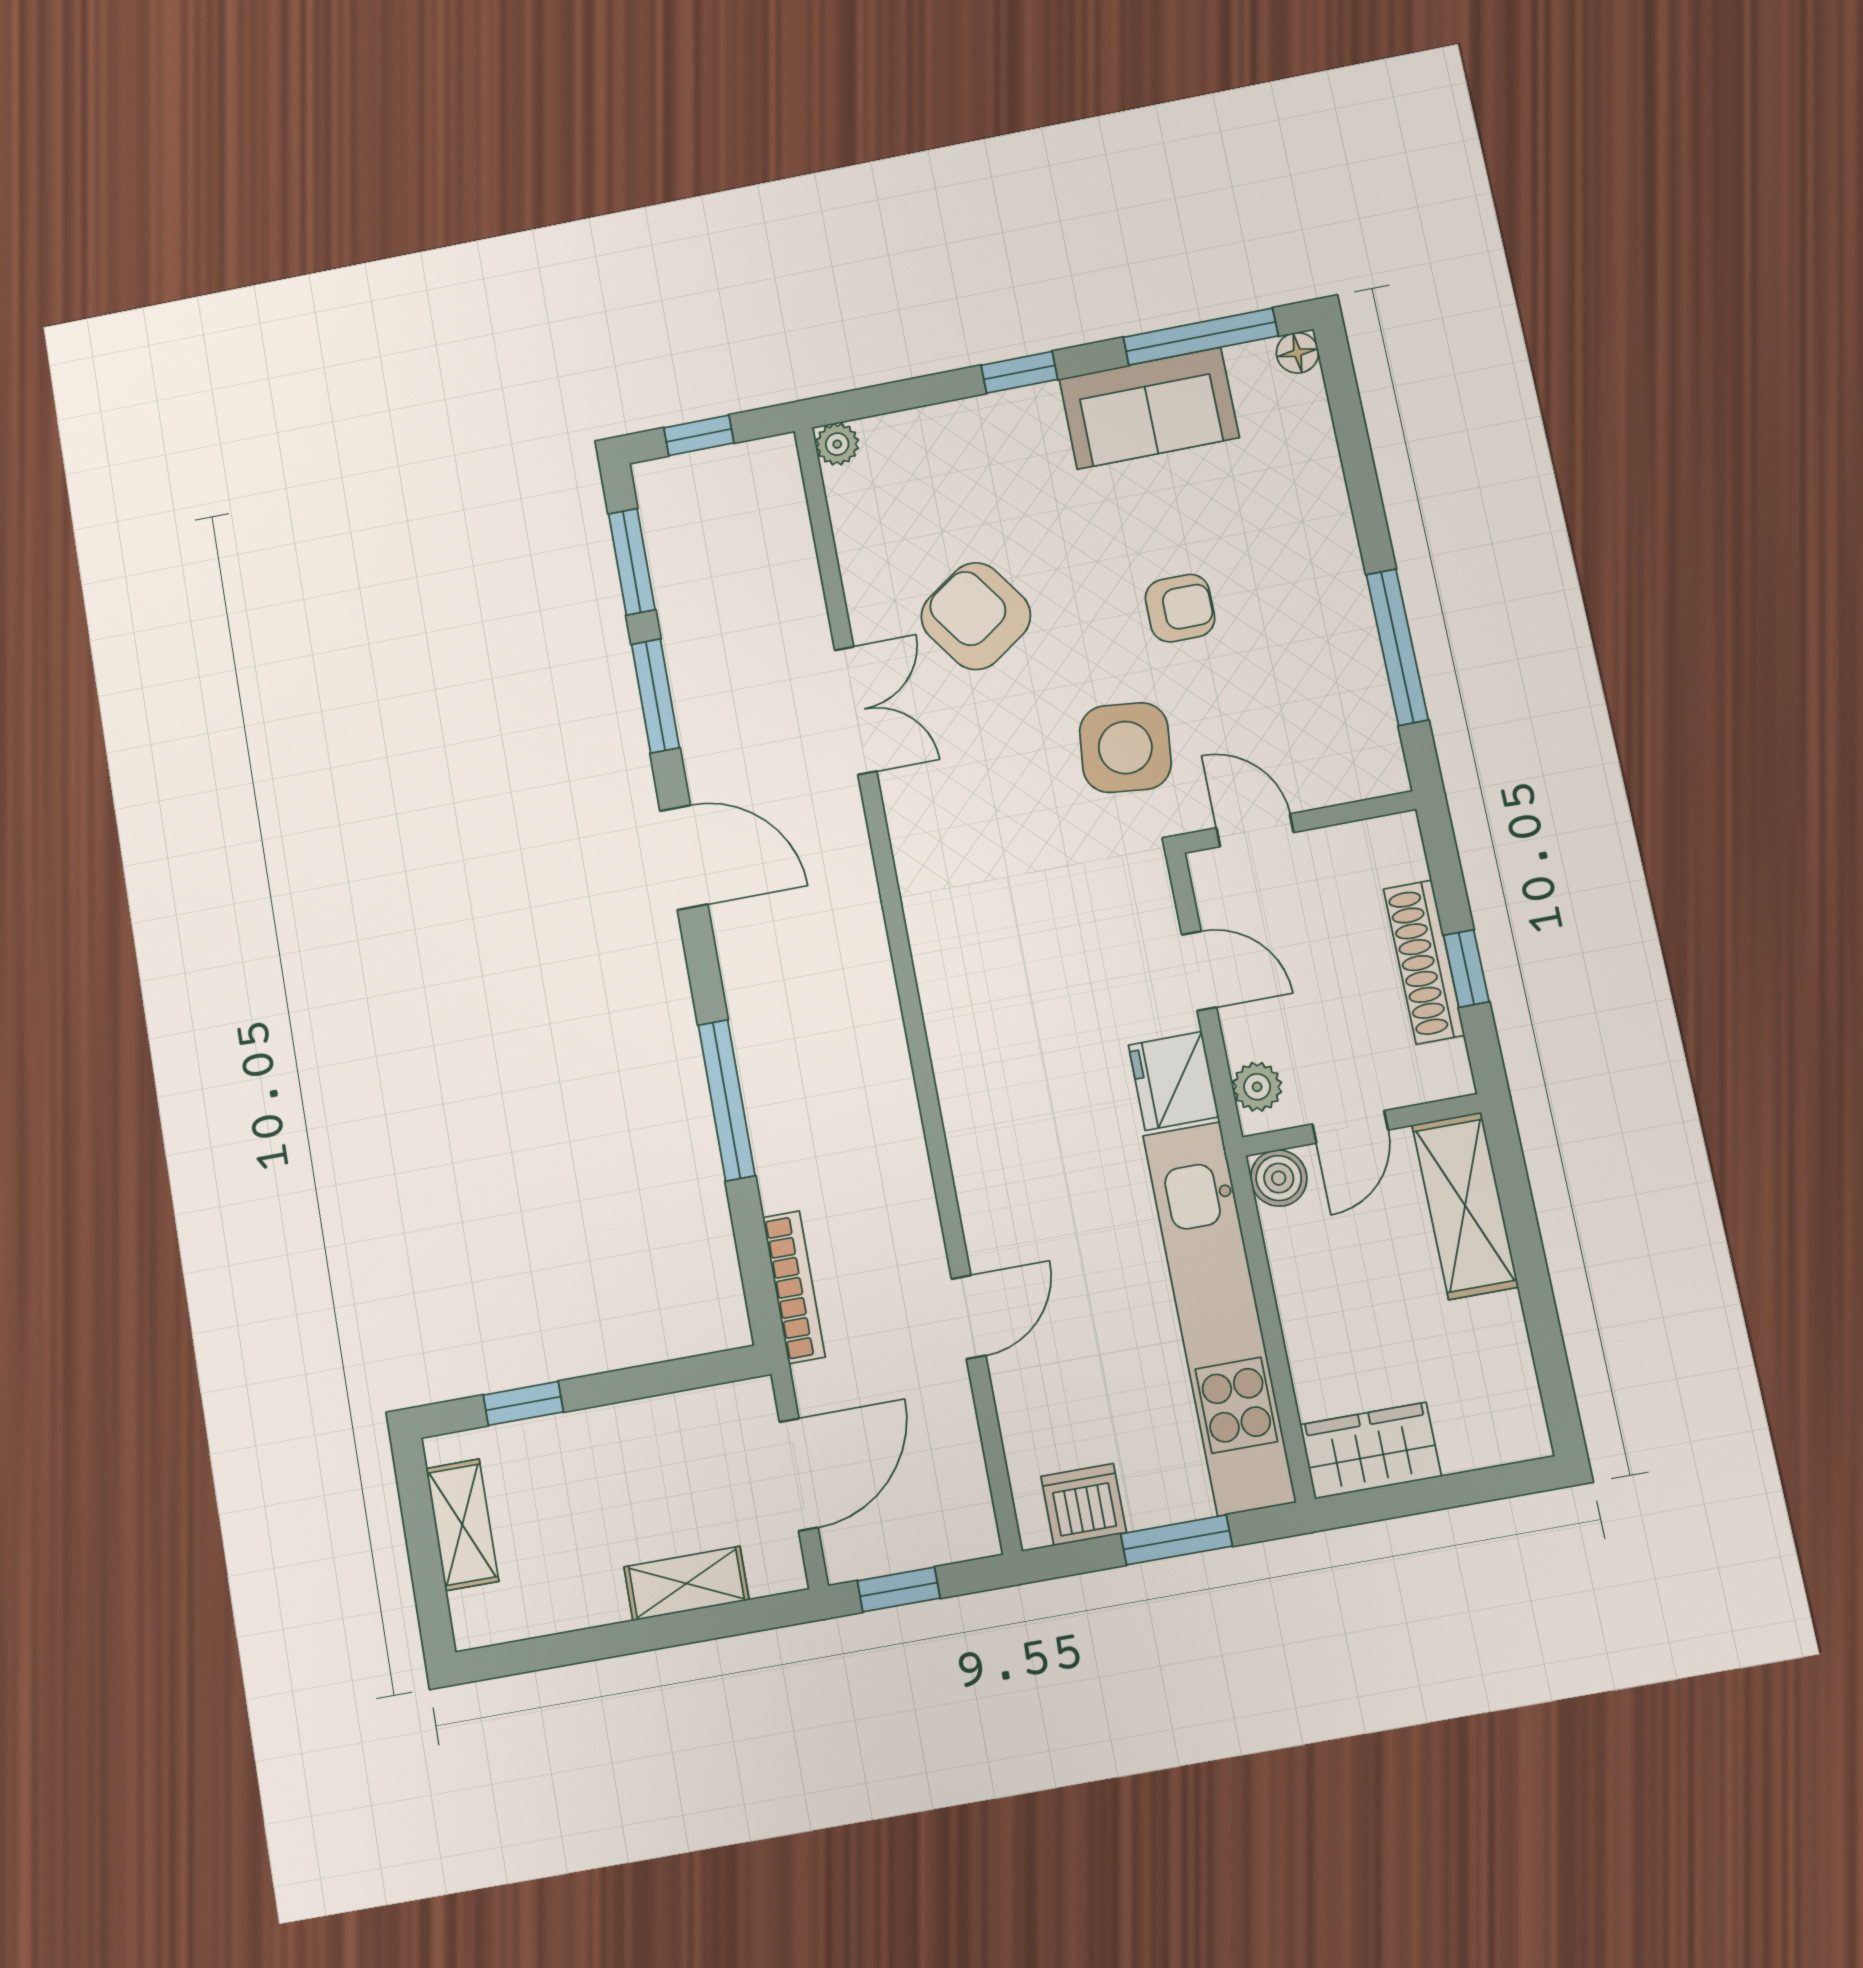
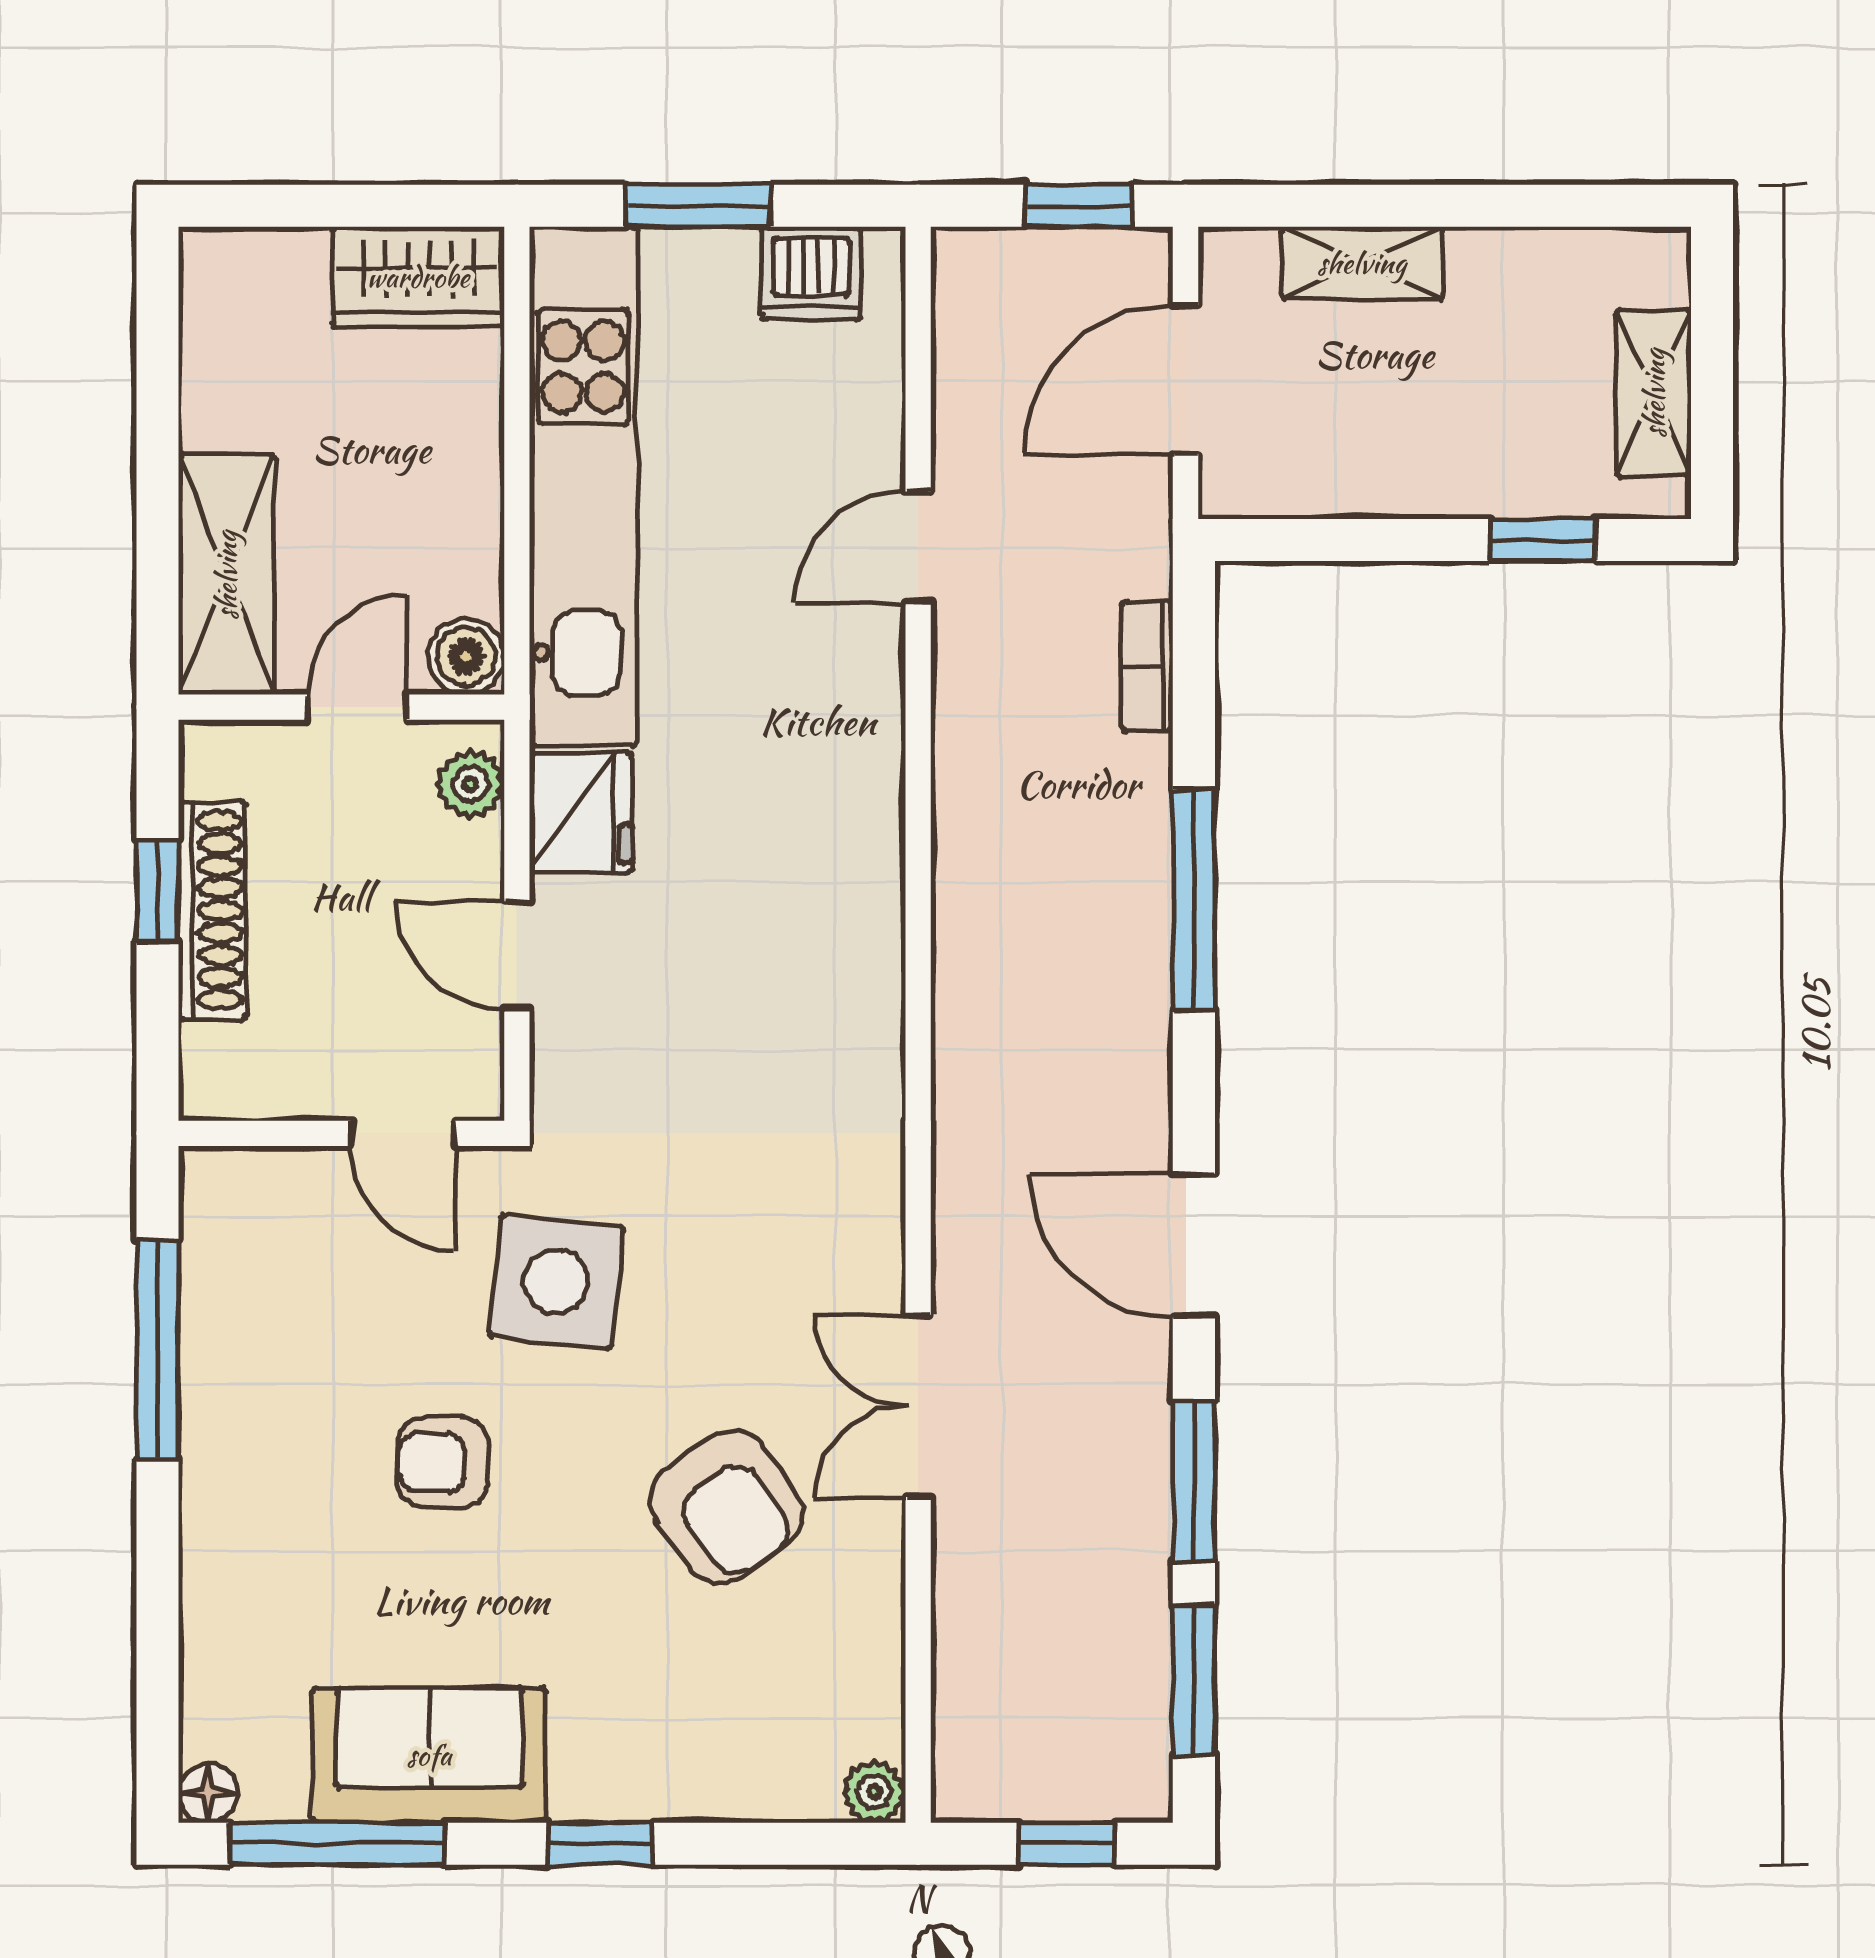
bookcase: (794, 1287) -> (1147, 666), width x0.64

